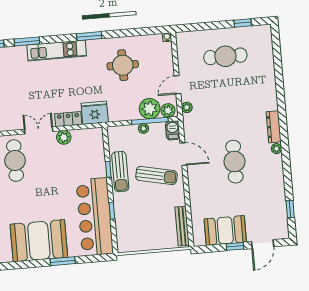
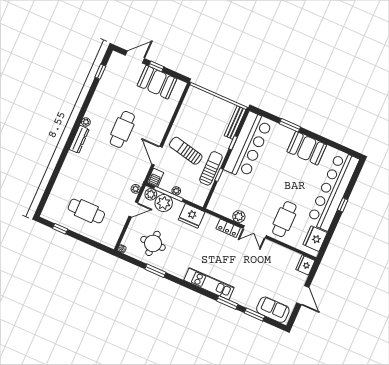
window: (89, 36) -> (155, 271), moved
round table: (123, 65) -> (153, 243), moved
fridge: (95, 113) -> (192, 216), moved
bench: (182, 226) -> (235, 122), moved
booth: (39, 241) -> (307, 148), width x0.73, depth x0.70

